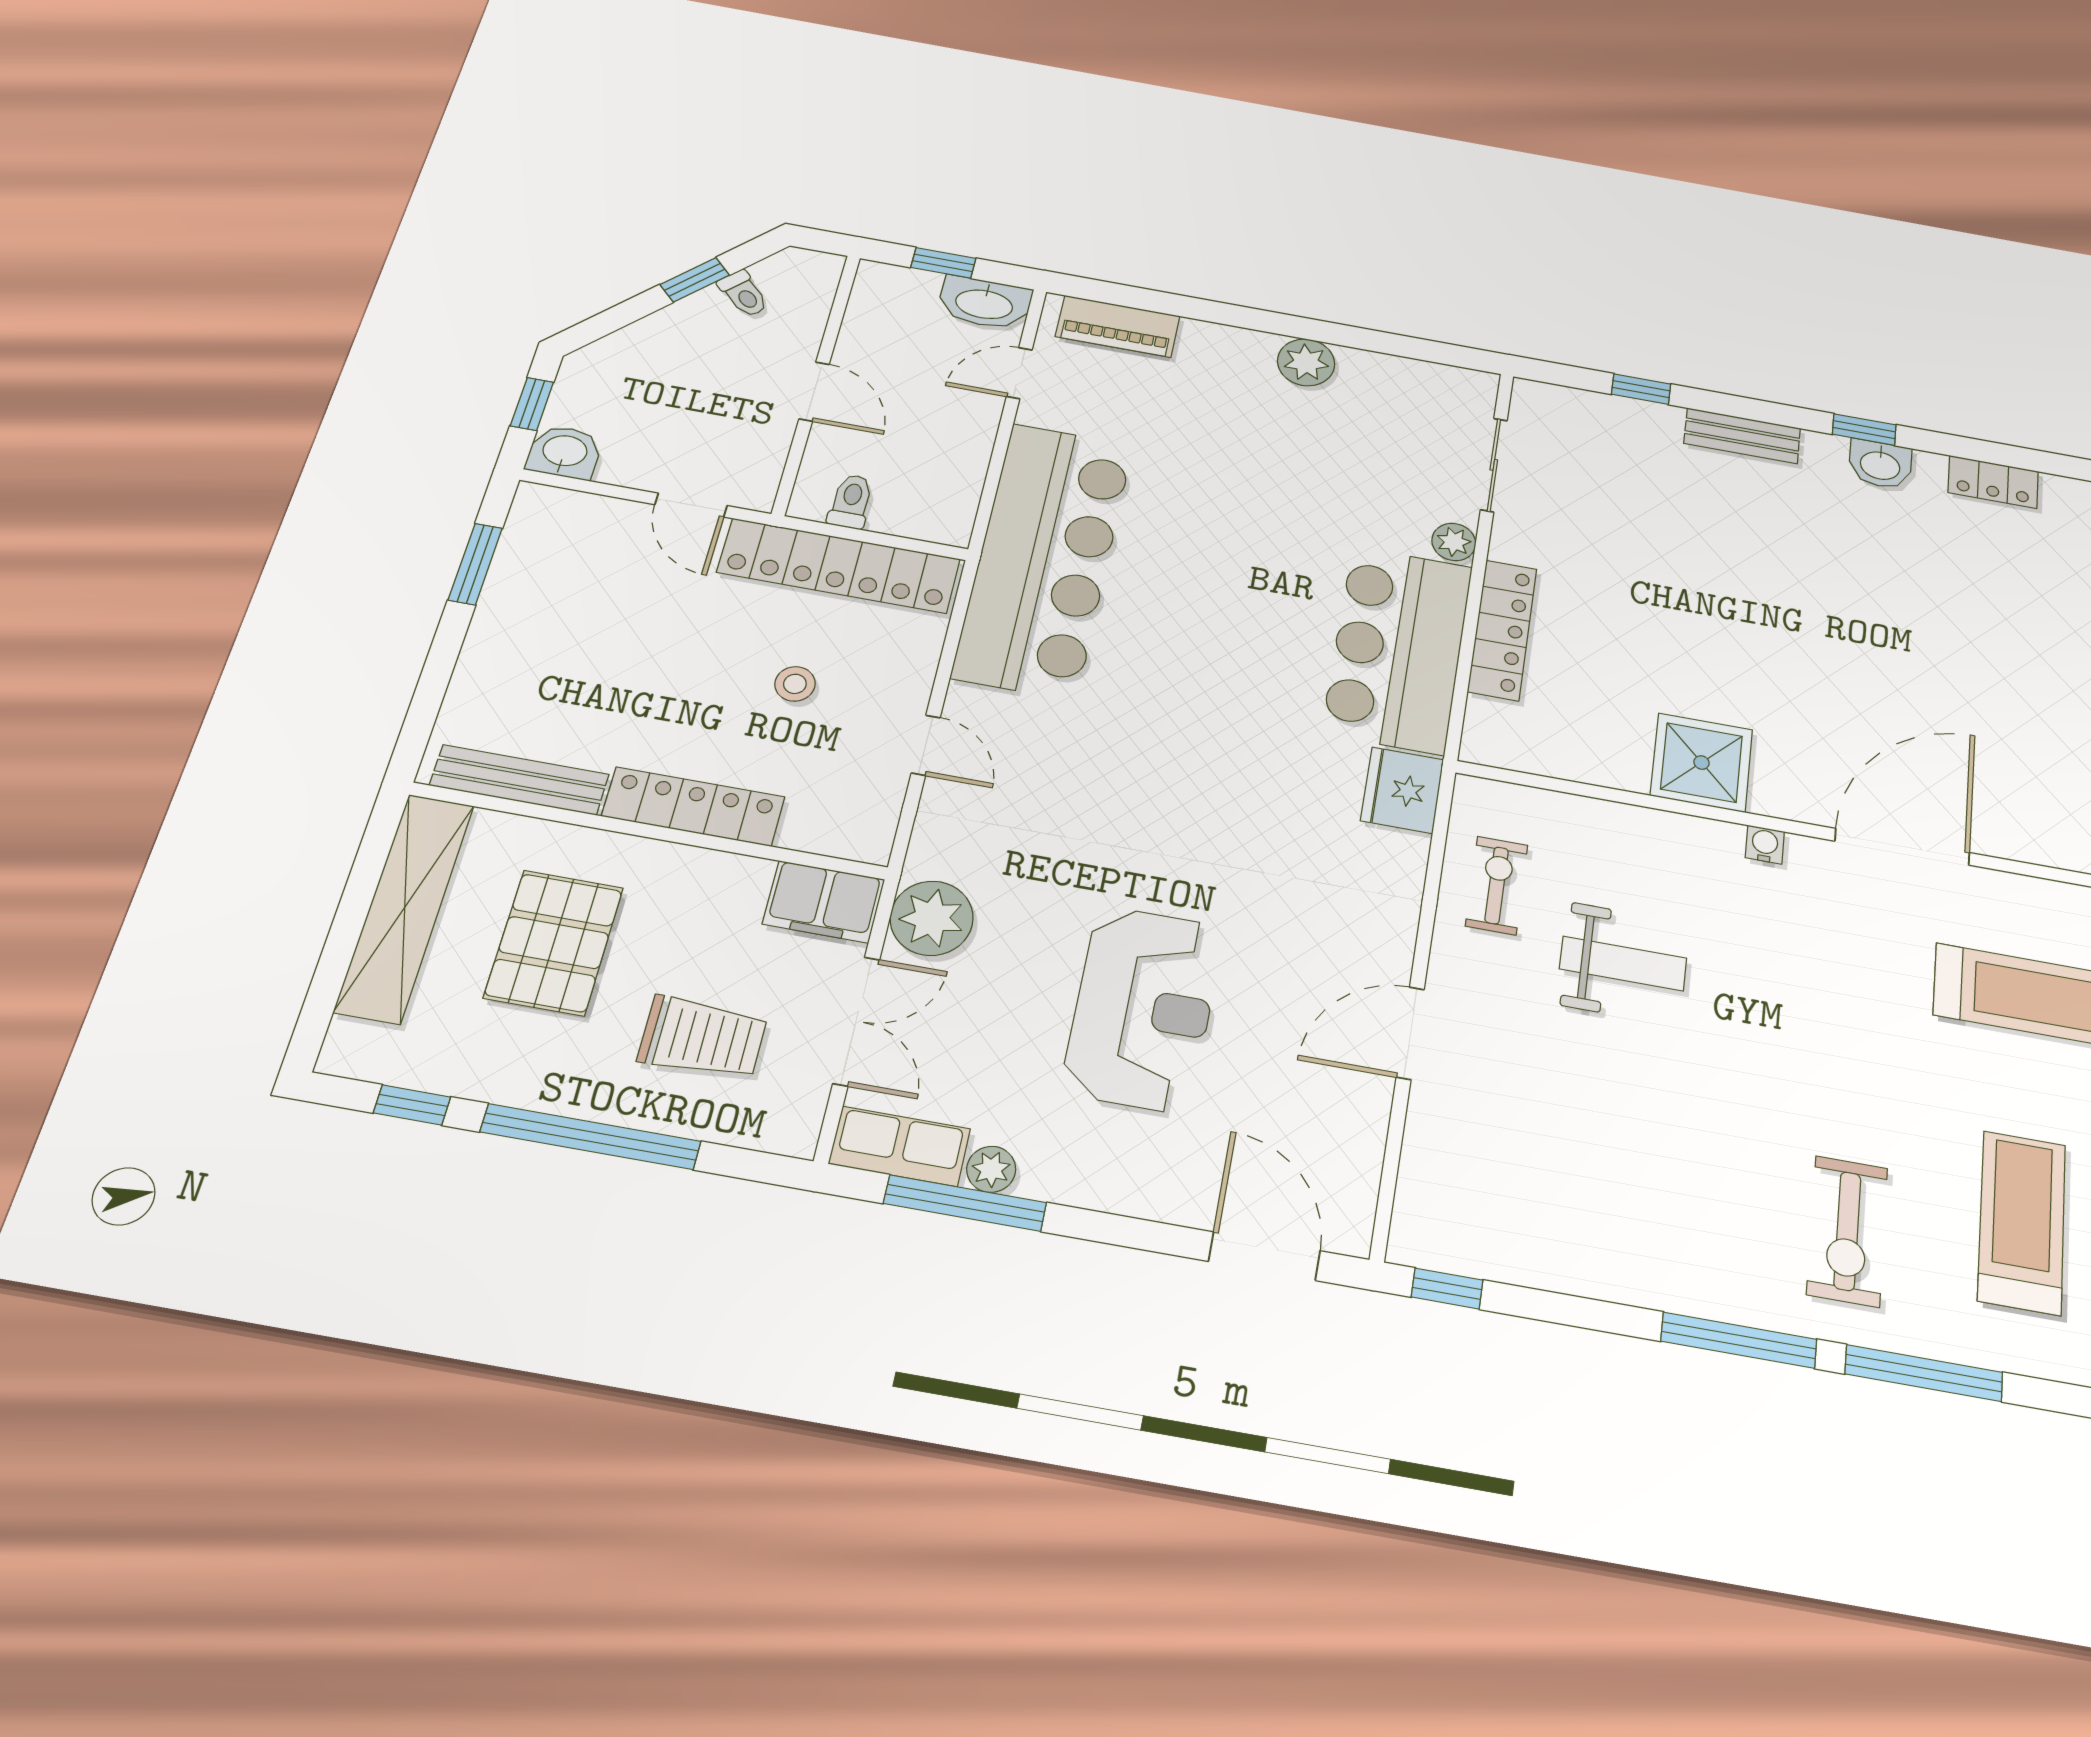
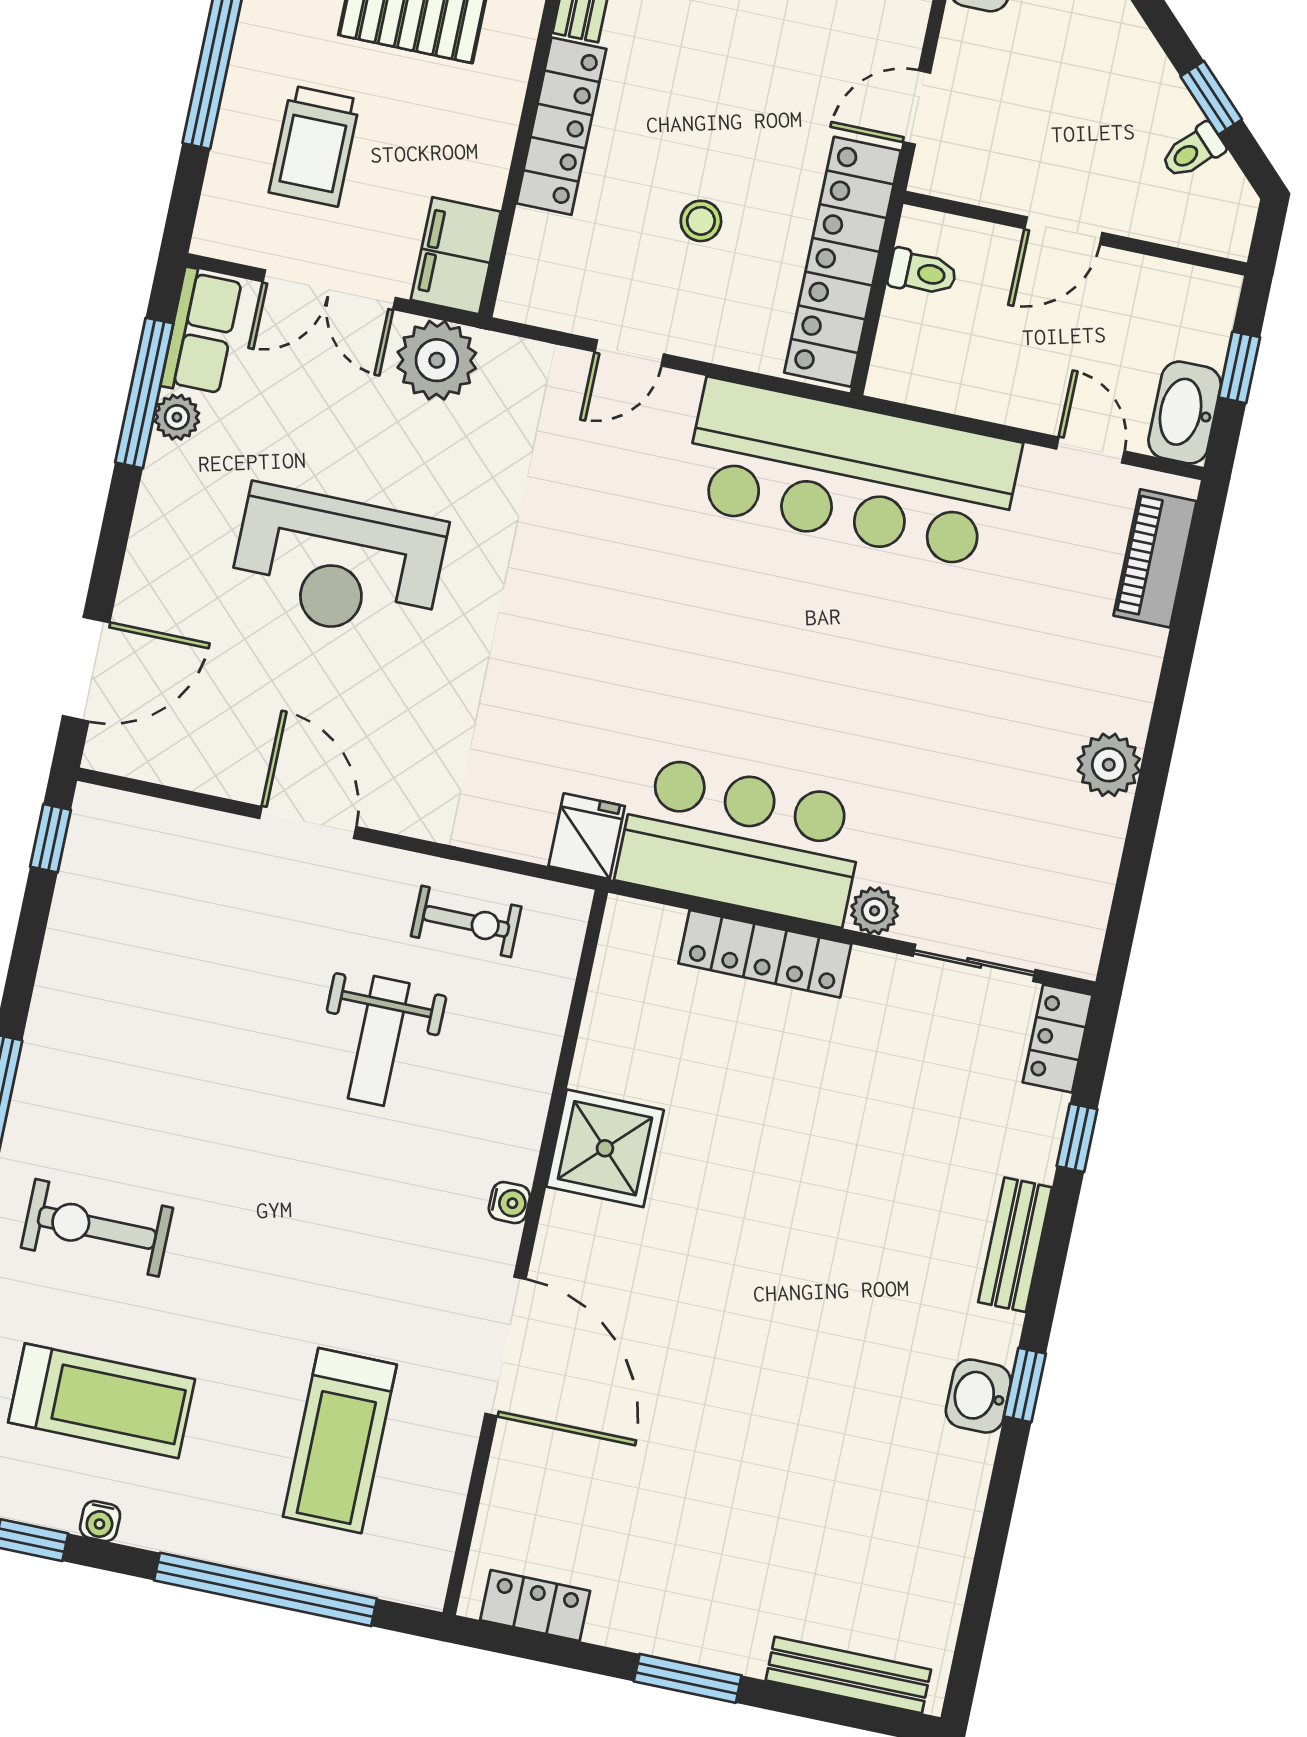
locker: (1993, 482) -> (1058, 1039), moved
fridge: (1402, 790) -> (587, 836), width x0.72

